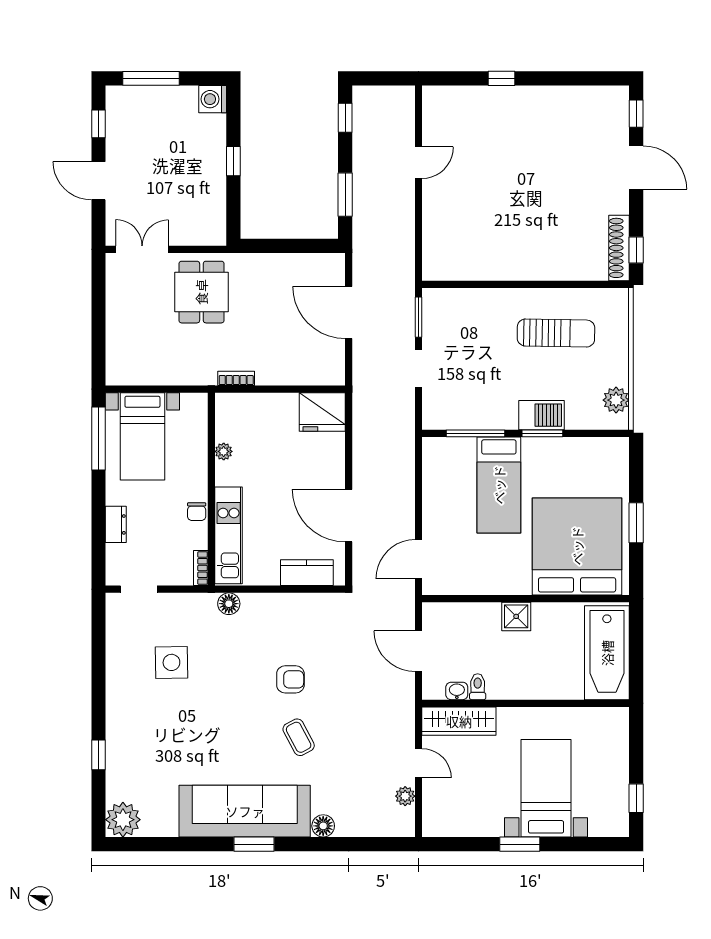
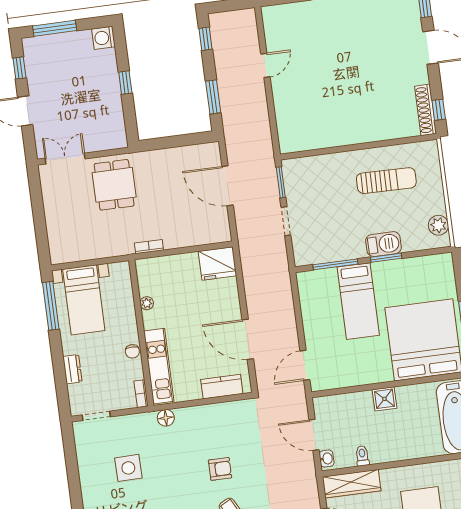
washbasin: (457, 691) -> (327, 459), moved, turned 90

